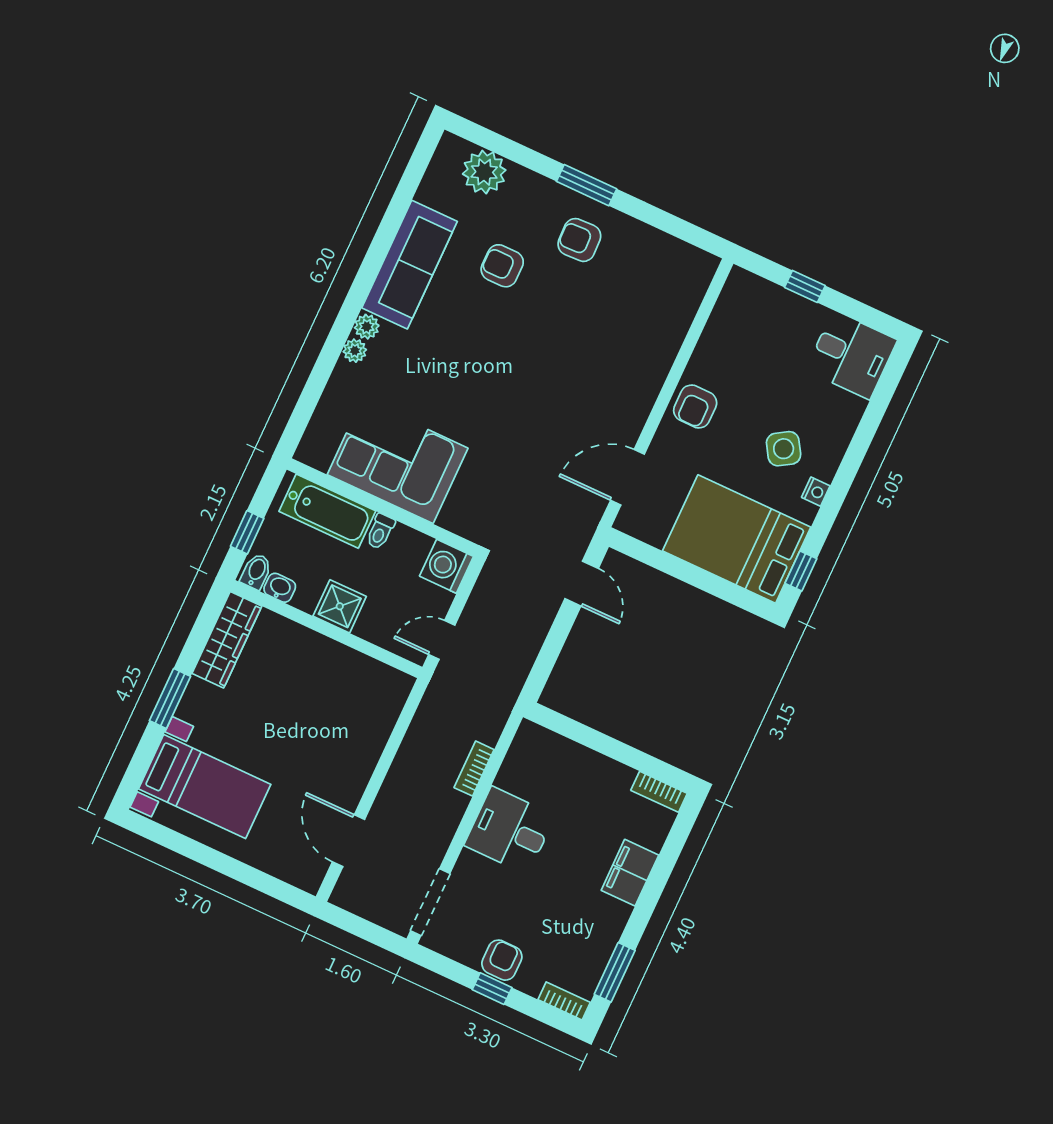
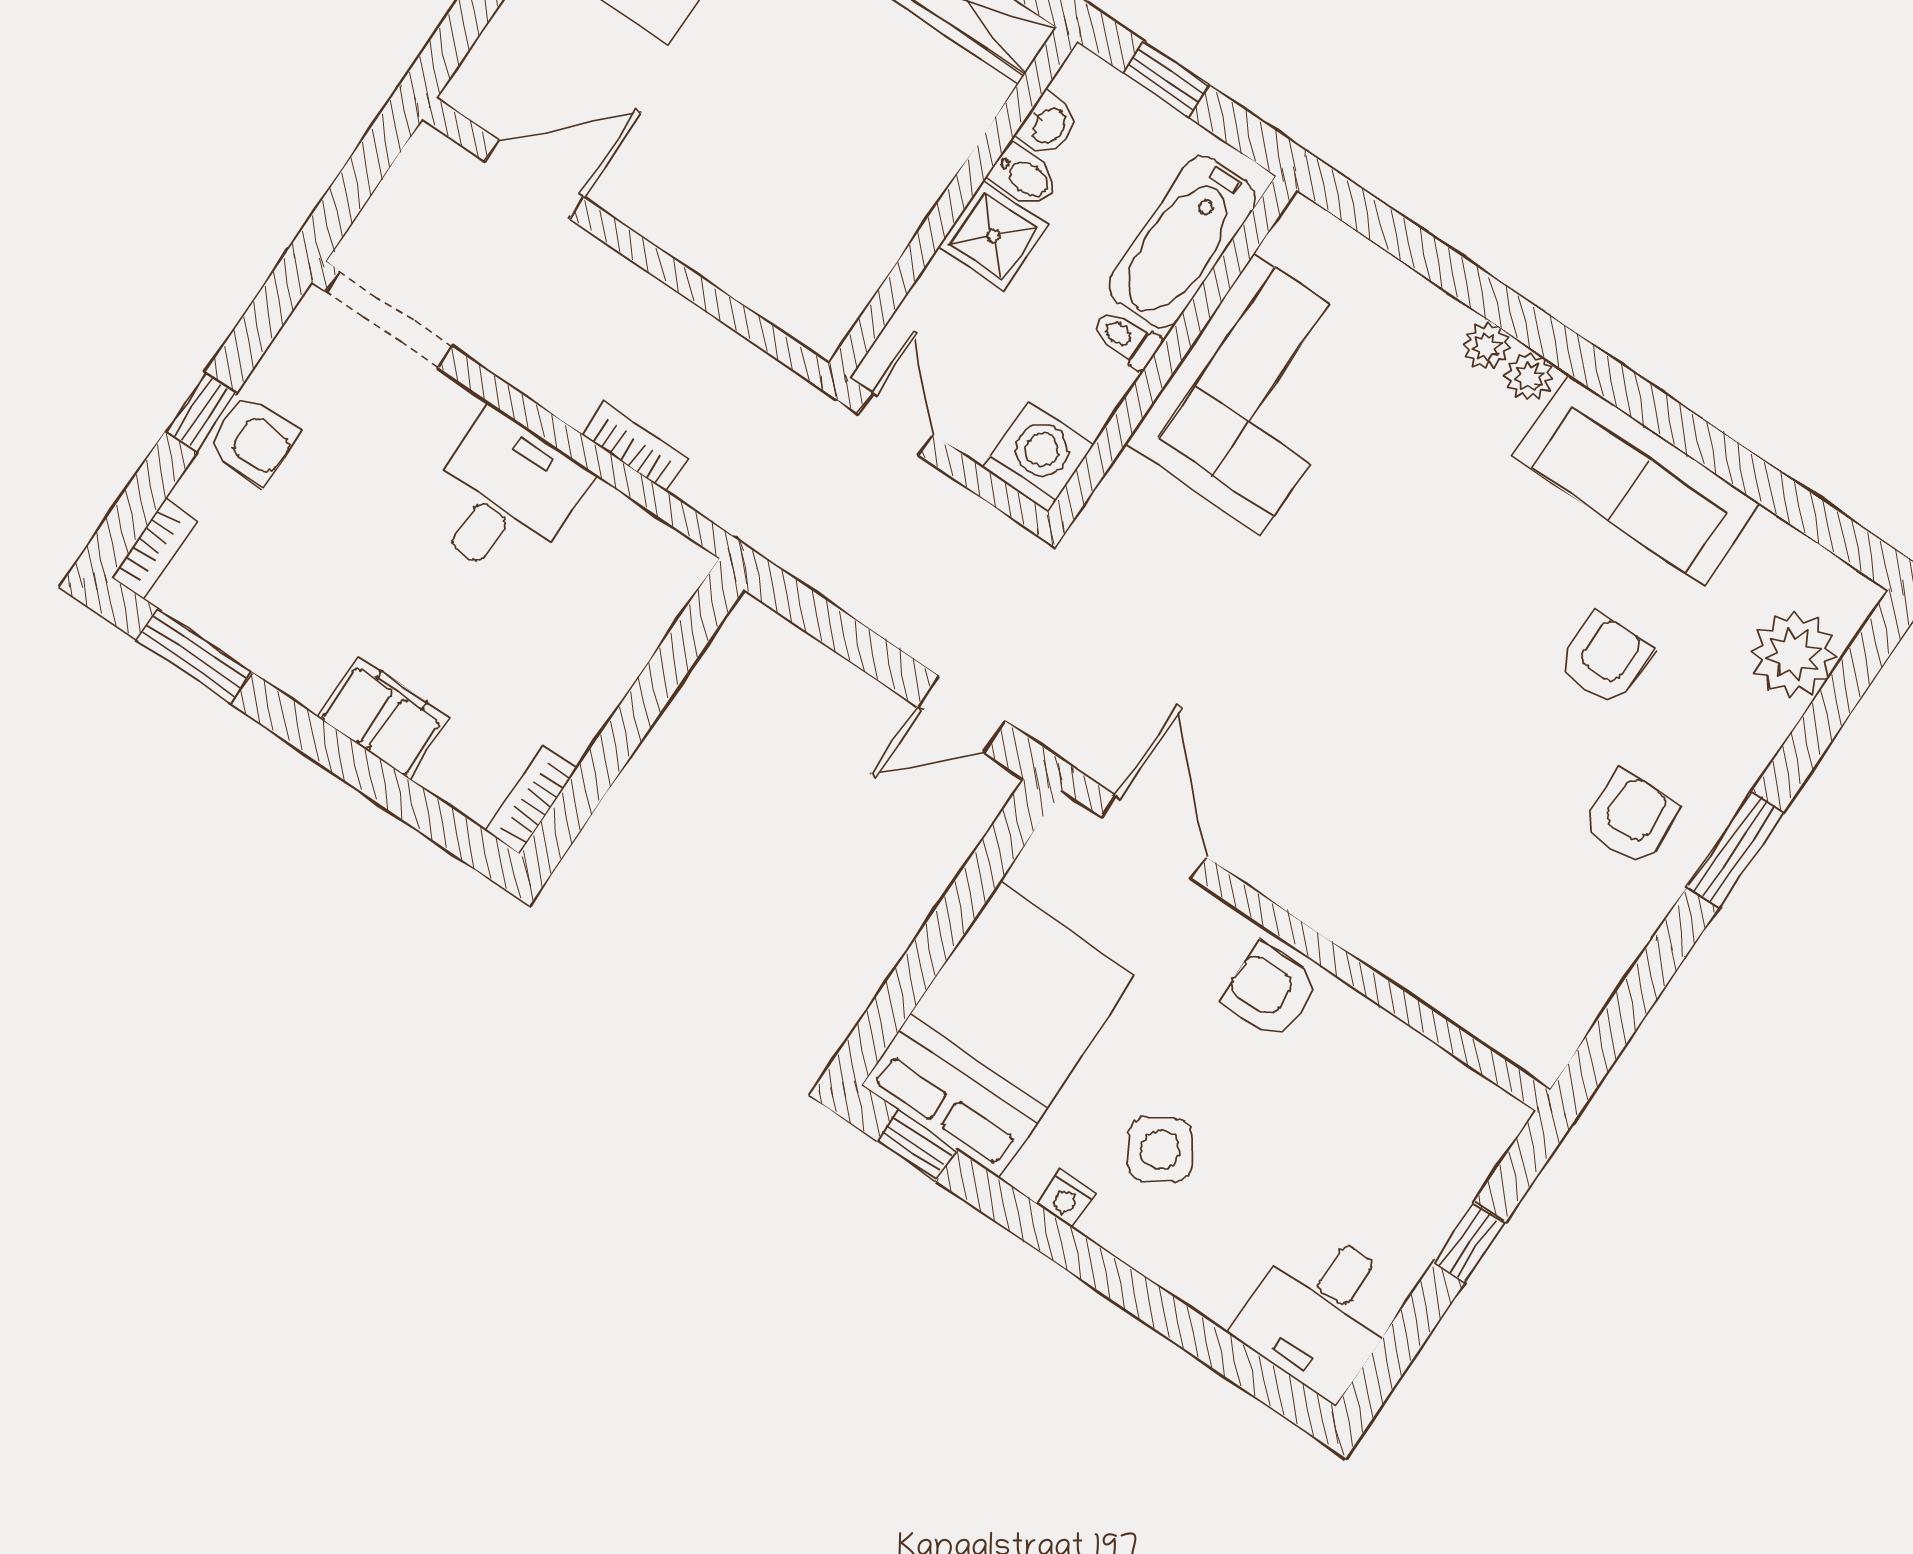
bidet: (256, 571) -> (1025, 177), moved

